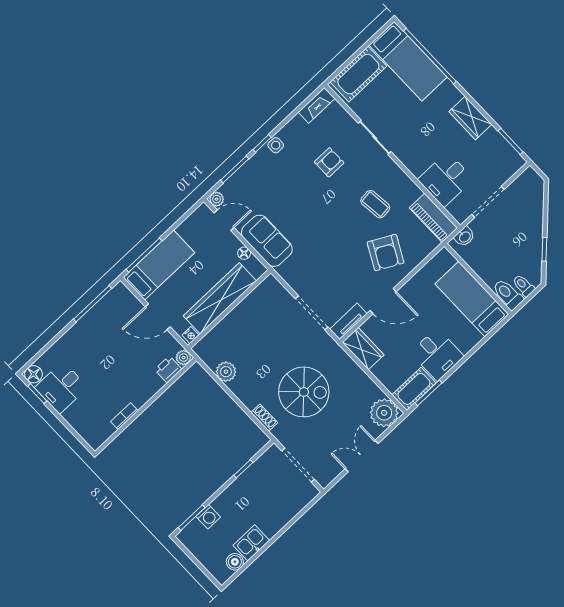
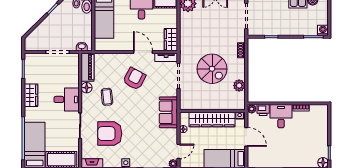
armchair: (329, 162) -> (110, 134), width x1.88, depth x1.88
desk: (446, 179) -> (67, 99), moved
floor lamp: (411, 192) -> (87, 88), added
door: (224, 220) -> (178, 151), swing flipped
sofa: (267, 241) -> (168, 112), moved
armchair: (386, 253) -> (134, 79), moved
desk: (61, 387) -> (281, 116), moved, turned -90
spiral stairs: (304, 392) -> (212, 69), moved, turned 180
washing machine: (208, 517) -> (323, 30), moved

